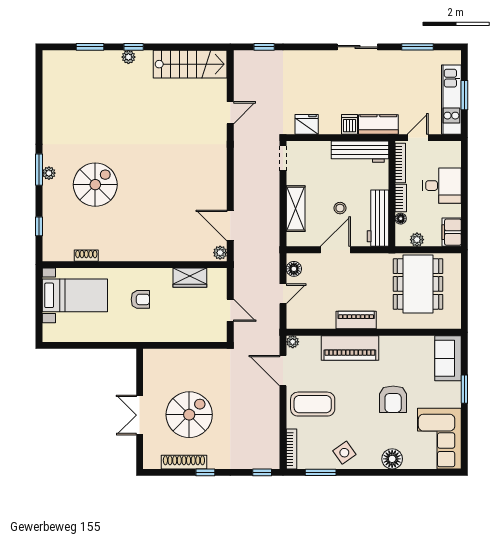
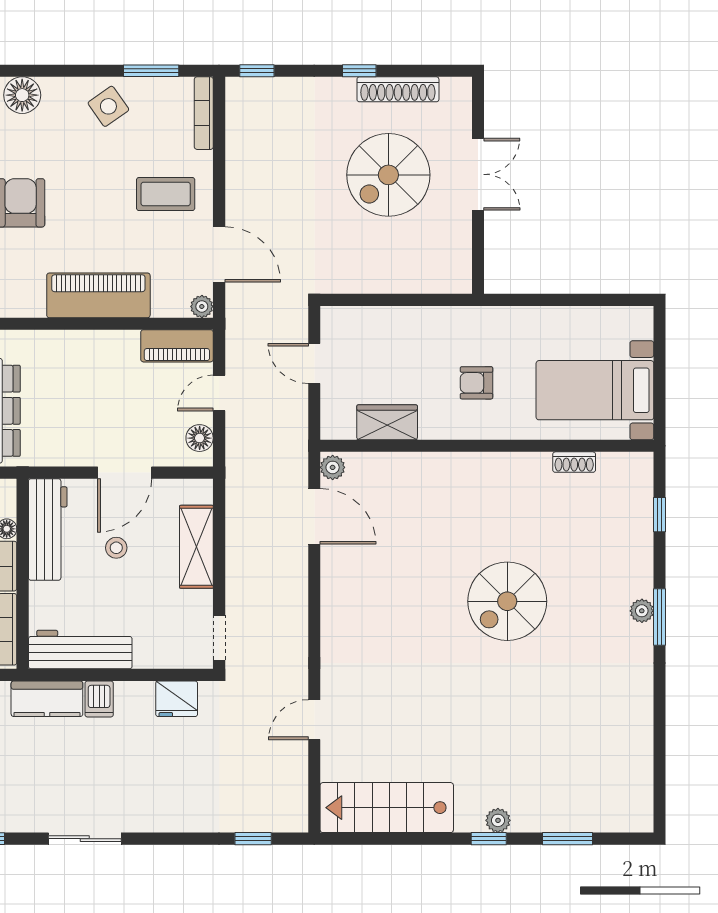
spiral stairs: (95, 185) -> (507, 601), moved
piano: (356, 320) -> (177, 346), moved
coffee table: (313, 404) -> (166, 194), width x0.73, depth x0.76

